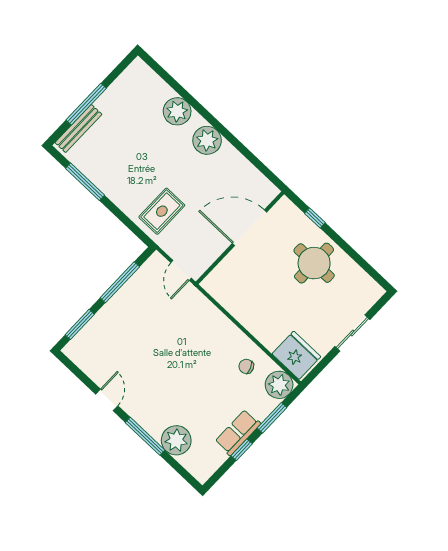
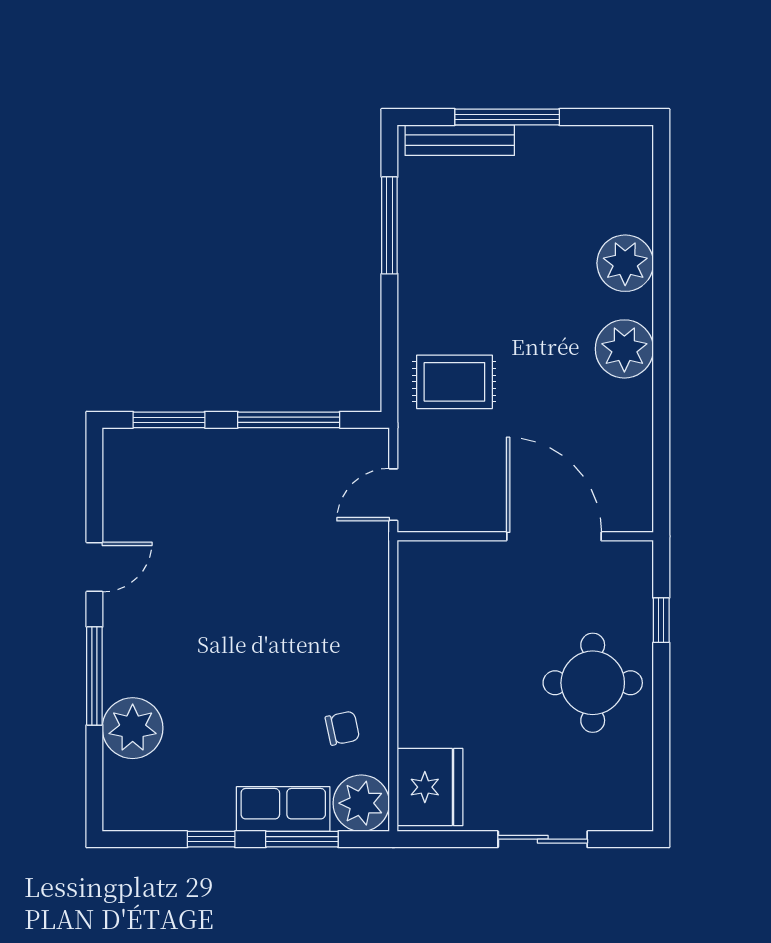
chair: (246, 366) -> (342, 728), turned 99
row of seats: (238, 433) -> (283, 809), moved

